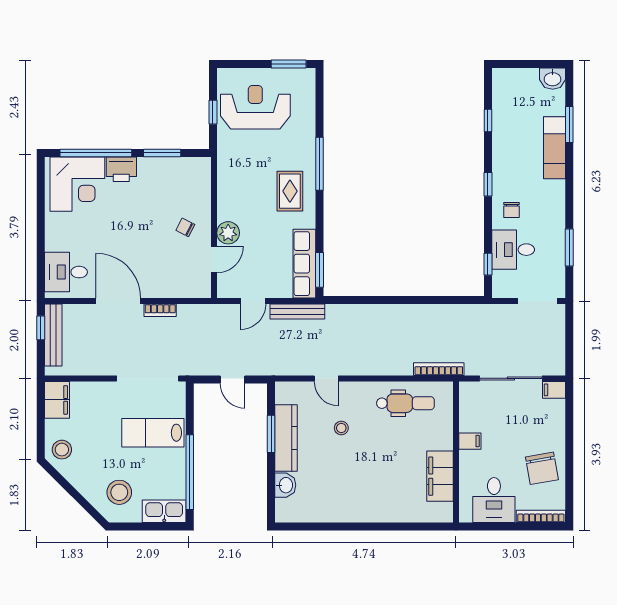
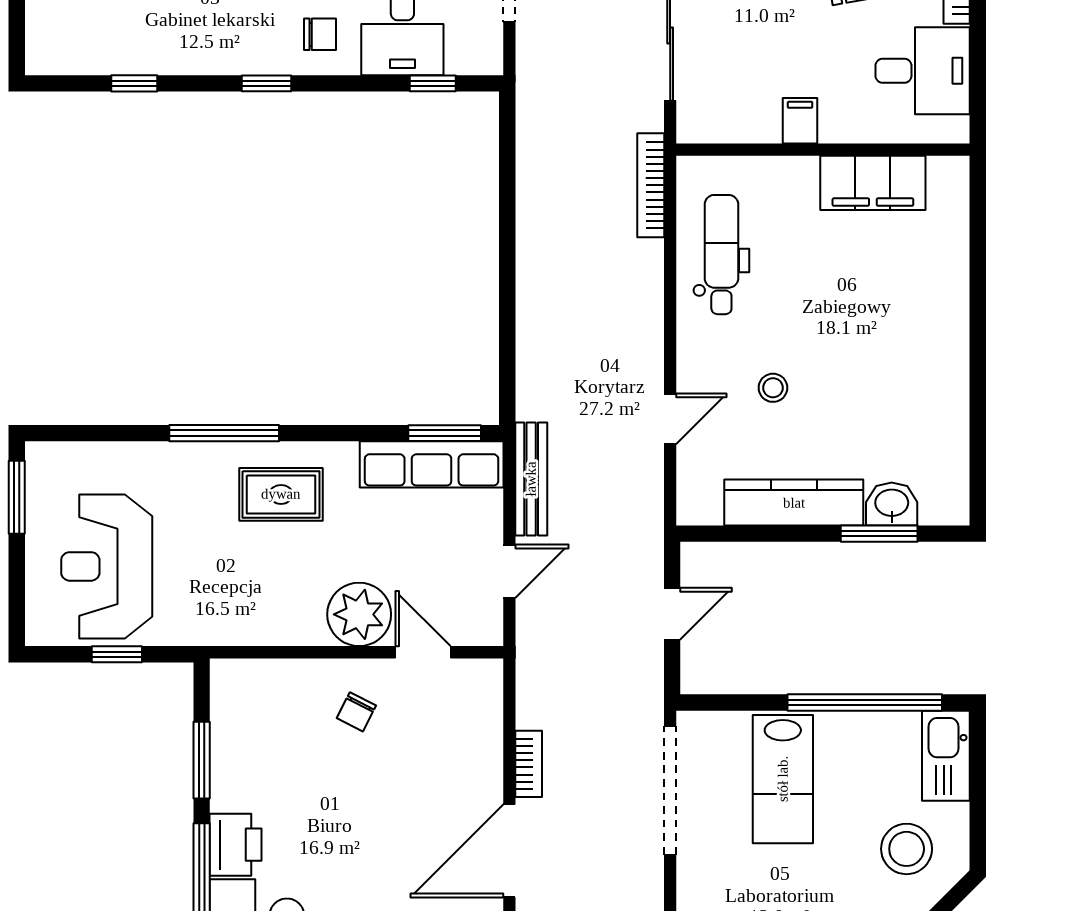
plant: (228, 233) -> (359, 614), width x1.36, depth x1.36
door: (253, 301) -> (509, 571), hinge flipped
window: (271, 434) -> (879, 534), moved

